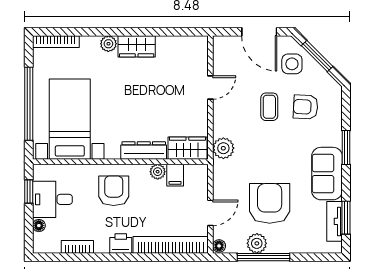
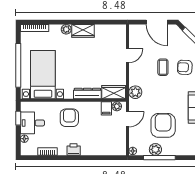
side table: (292, 64) -> (177, 41), removed
plant: (158, 172) -> (117, 106), moved
door: (210, 213) -> (127, 119), moved
bookcase: (171, 245) -> (104, 150), removed

